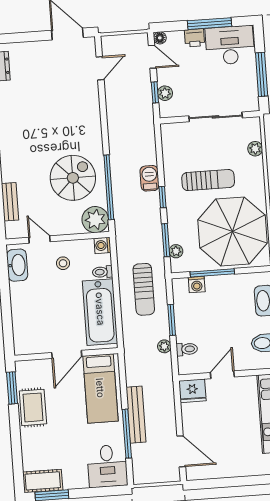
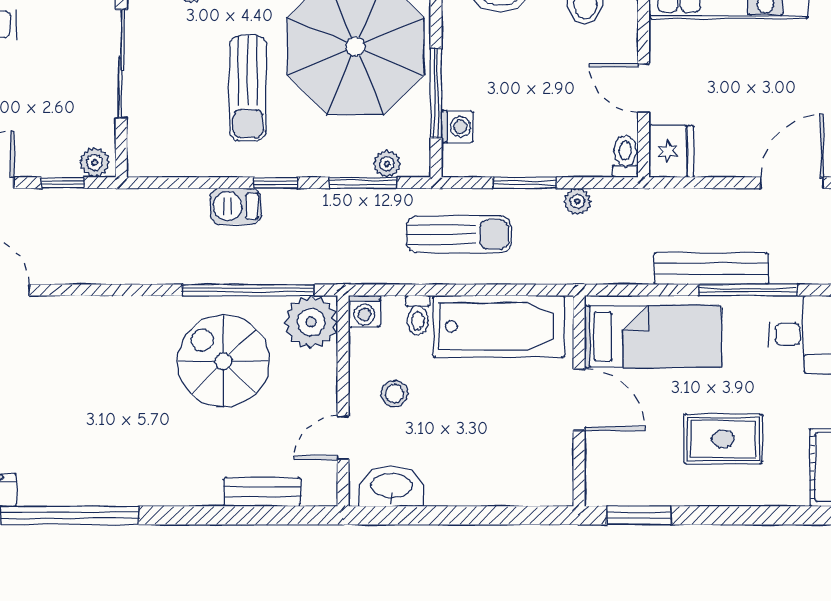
plant: (165, 93) -> (95, 162), moved
sun lounger: (208, 180) -> (248, 88), turned 180
toilet: (187, 349) -> (625, 156), moved
rug: (33, 407) -> (723, 439), moved

